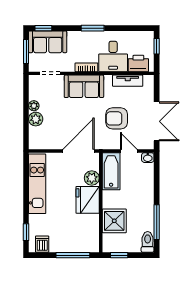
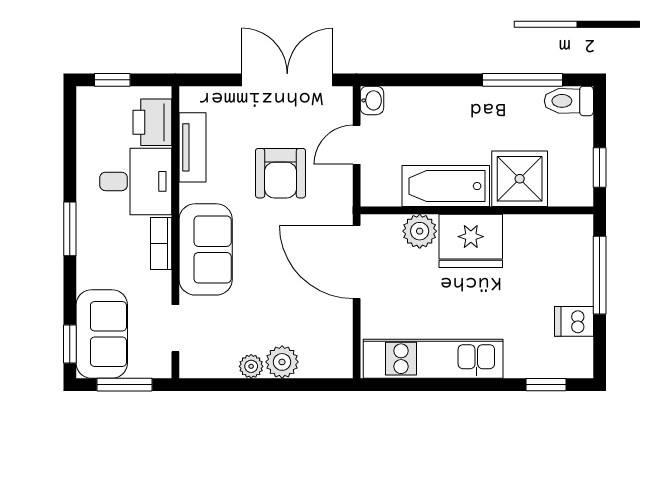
bathtub: (111, 171) -> (446, 186), moved
dishwasher: (42, 244) -> (574, 321), moved

